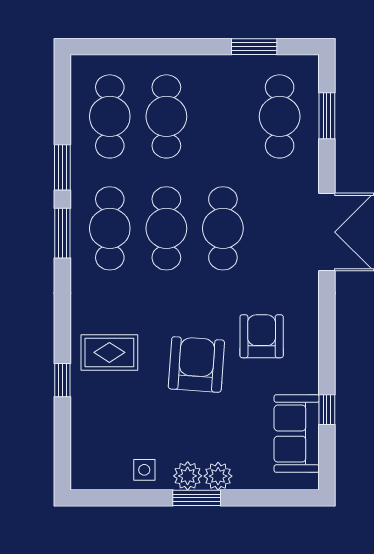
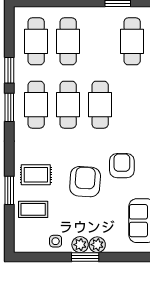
window: (62, 380) -> (9, 190), width x1.50
coffee table: (105, 414) -> (33, 209), added

